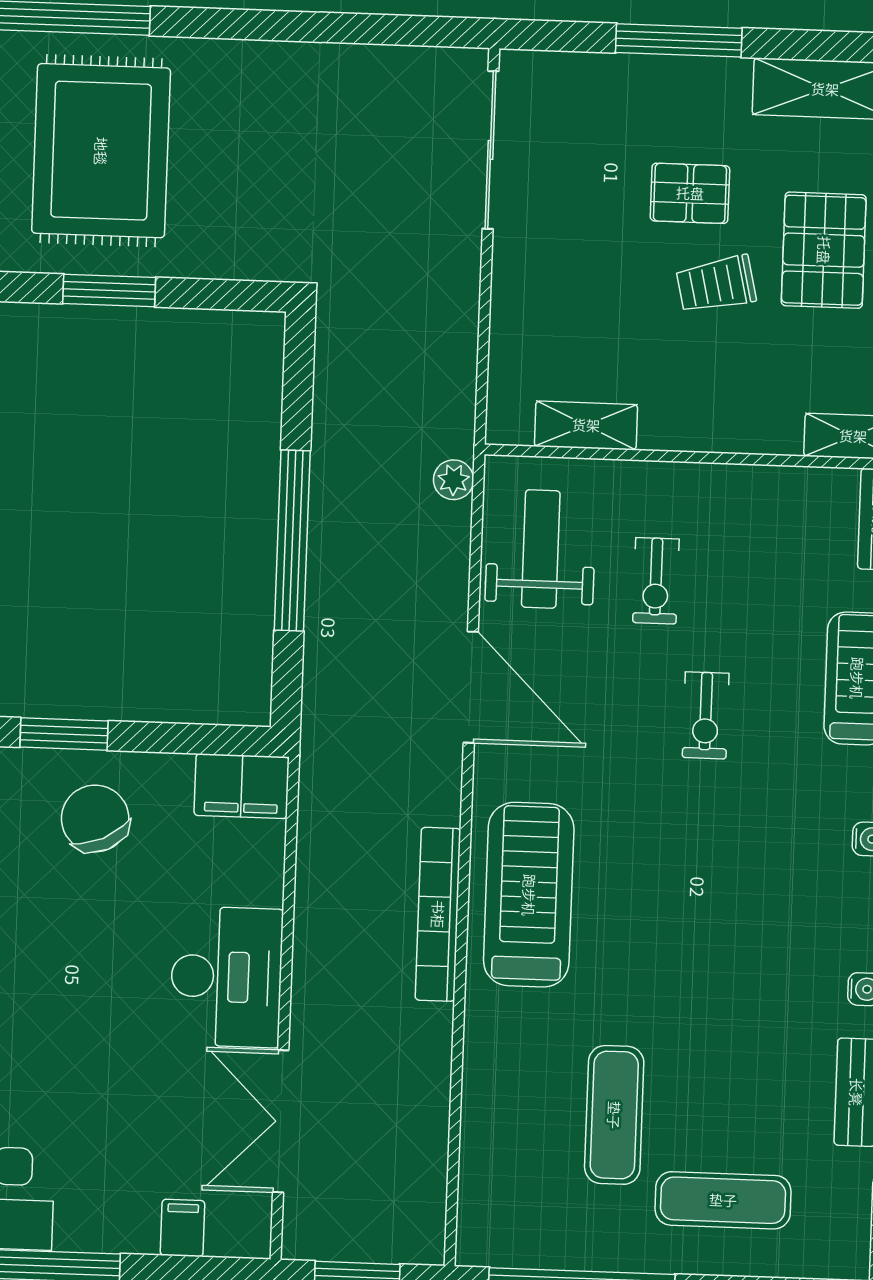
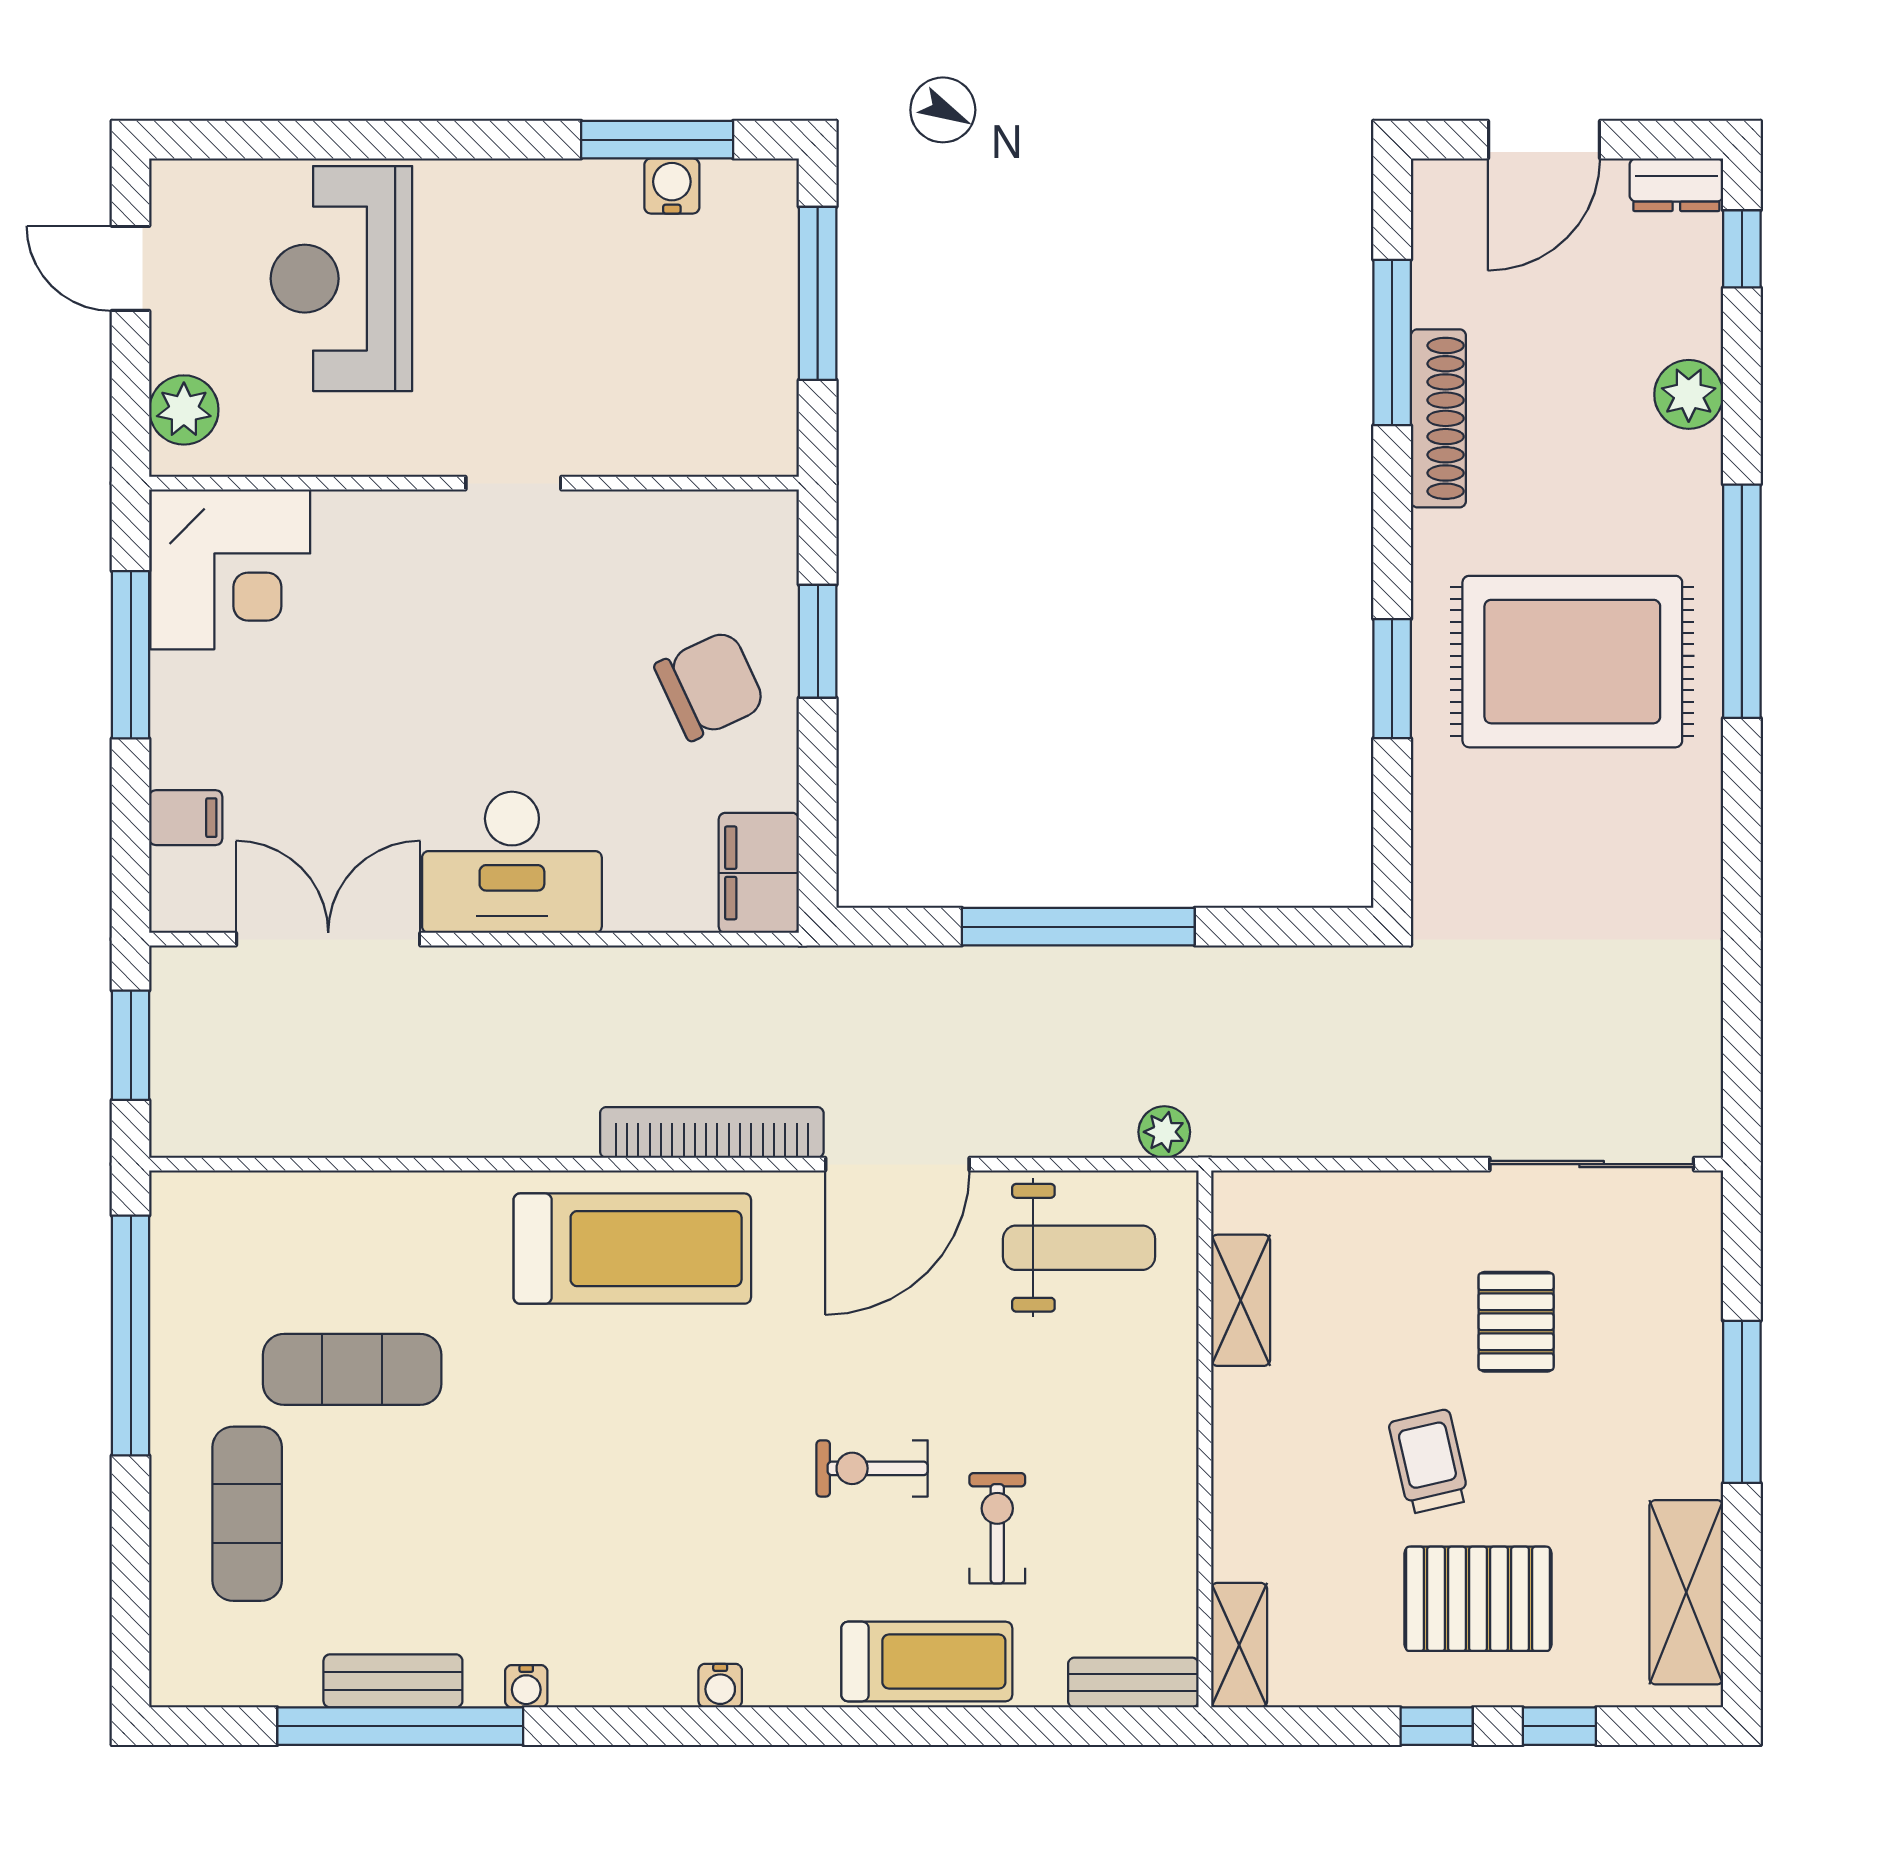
pallet: (690, 193) -> (1516, 1322), moved
exercise bike: (656, 581) -> (997, 1528), moved, turned 90
bookcase: (438, 914) -> (712, 1132), moved

